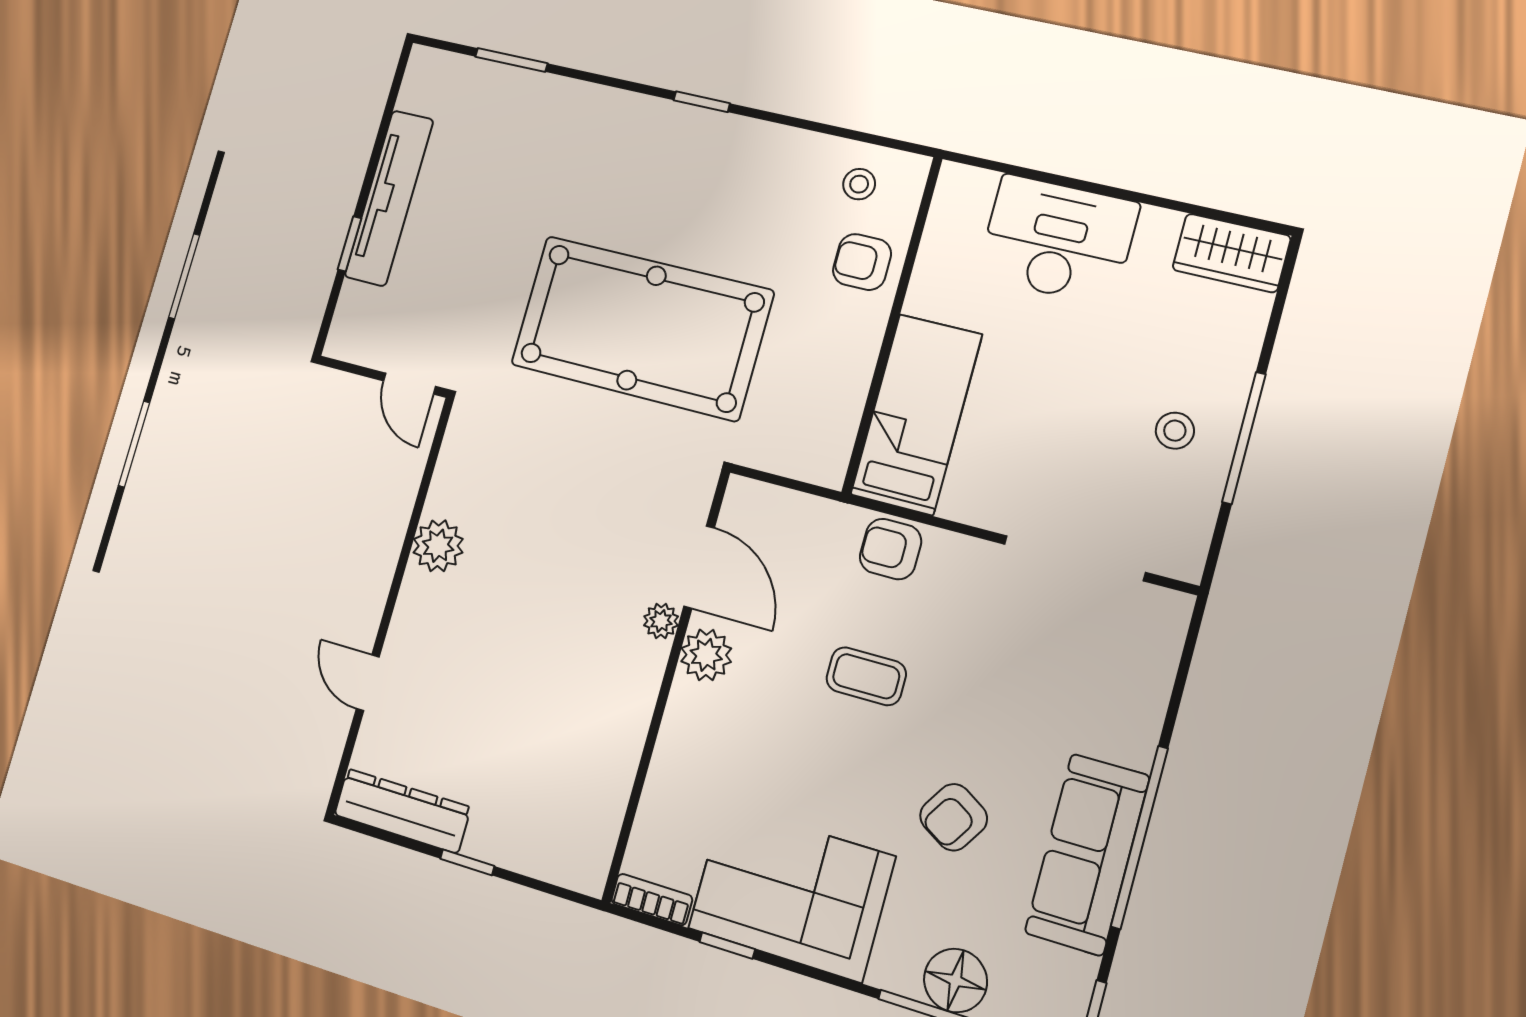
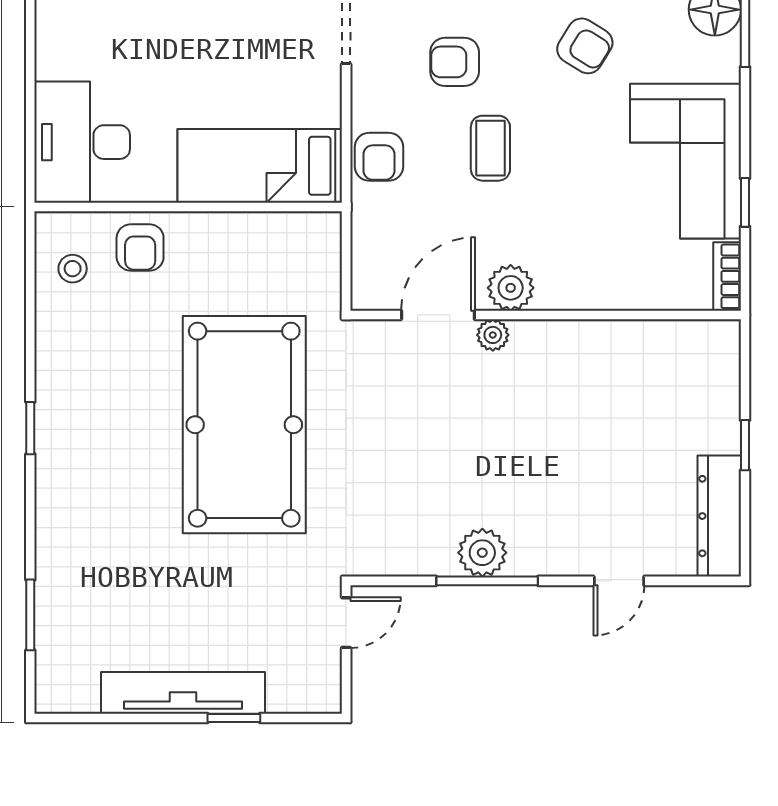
desk: (1058, 240) -> (82, 142), moved
window: (408, 543) -> (487, 581), added
armchair: (975, 663) -> (455, 62), added

